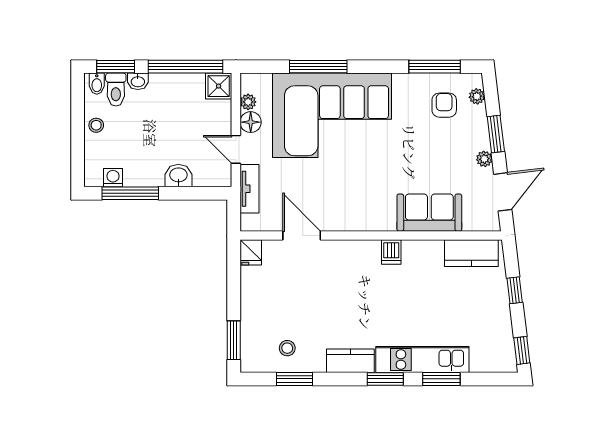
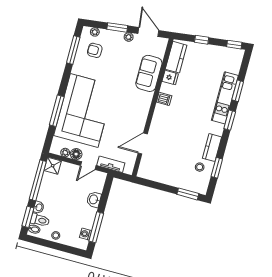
fridge: (251, 252) -> (170, 78), moved
kitchen counter: (350, 361) -> (212, 148), moved

